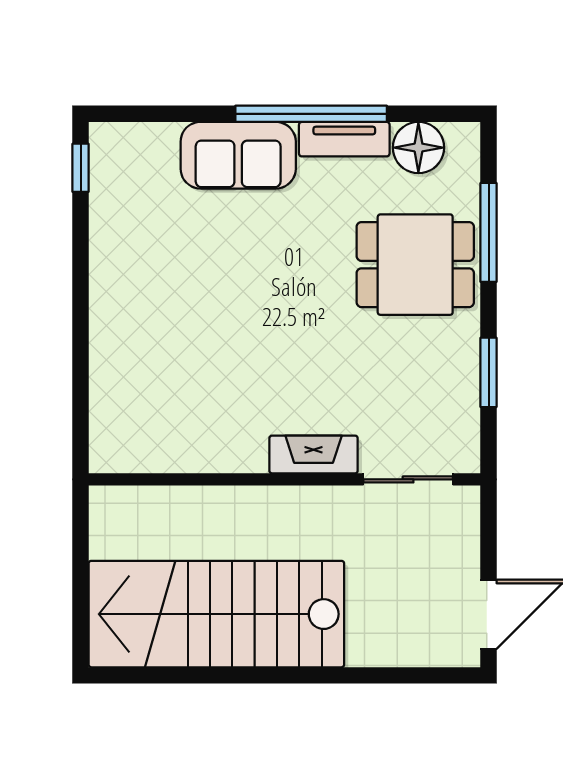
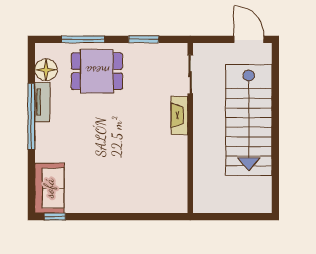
sofa: (238, 155) -> (49, 188), moved
dining table: (415, 265) -> (97, 71), turned 90
stairs: (216, 614) -> (249, 120), moved

